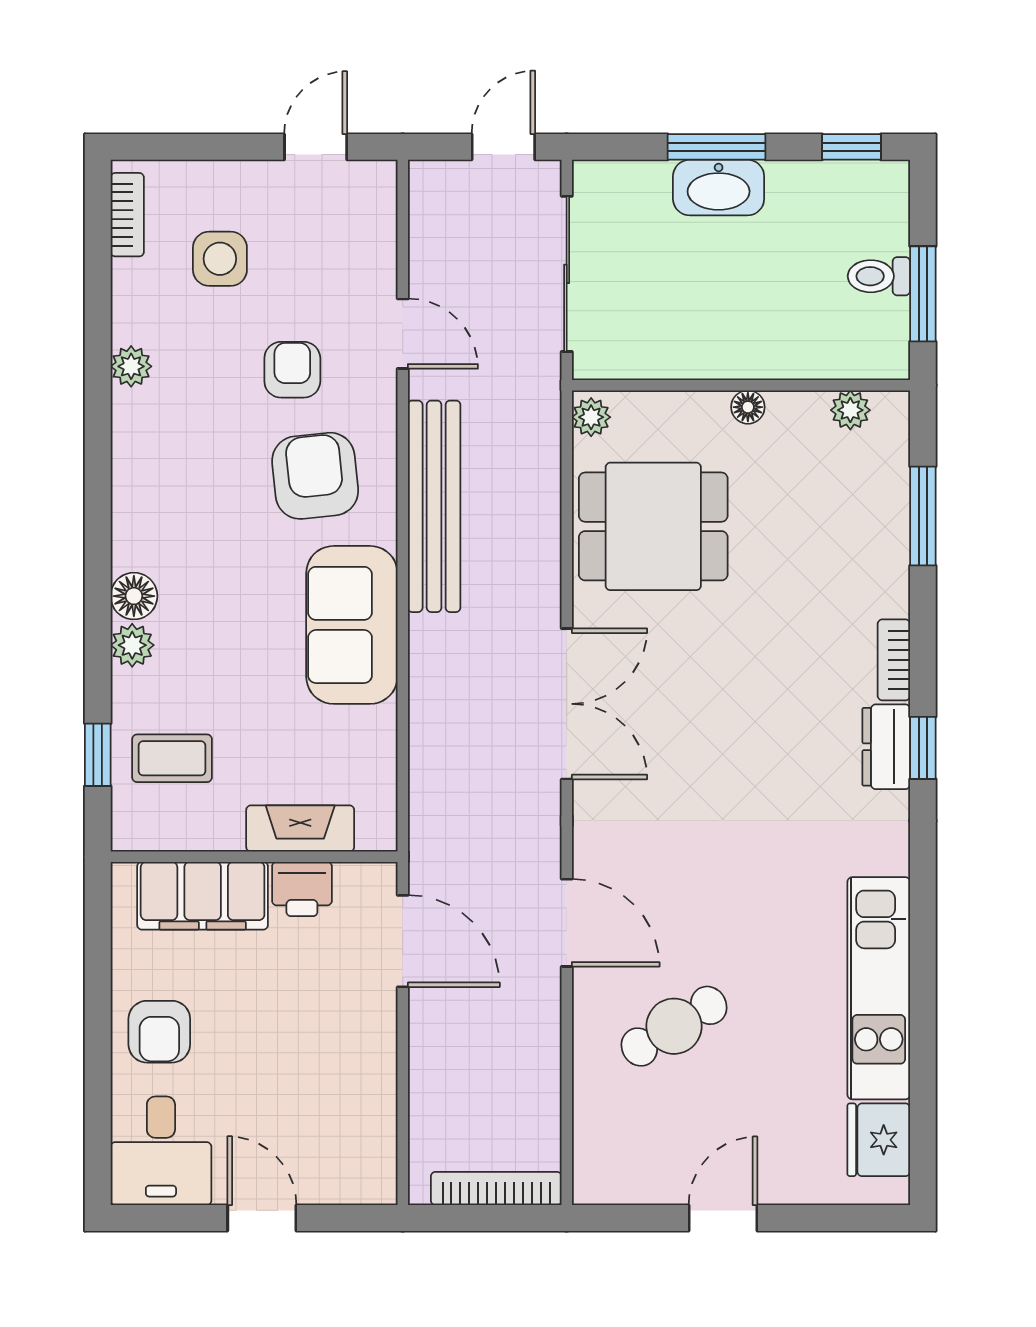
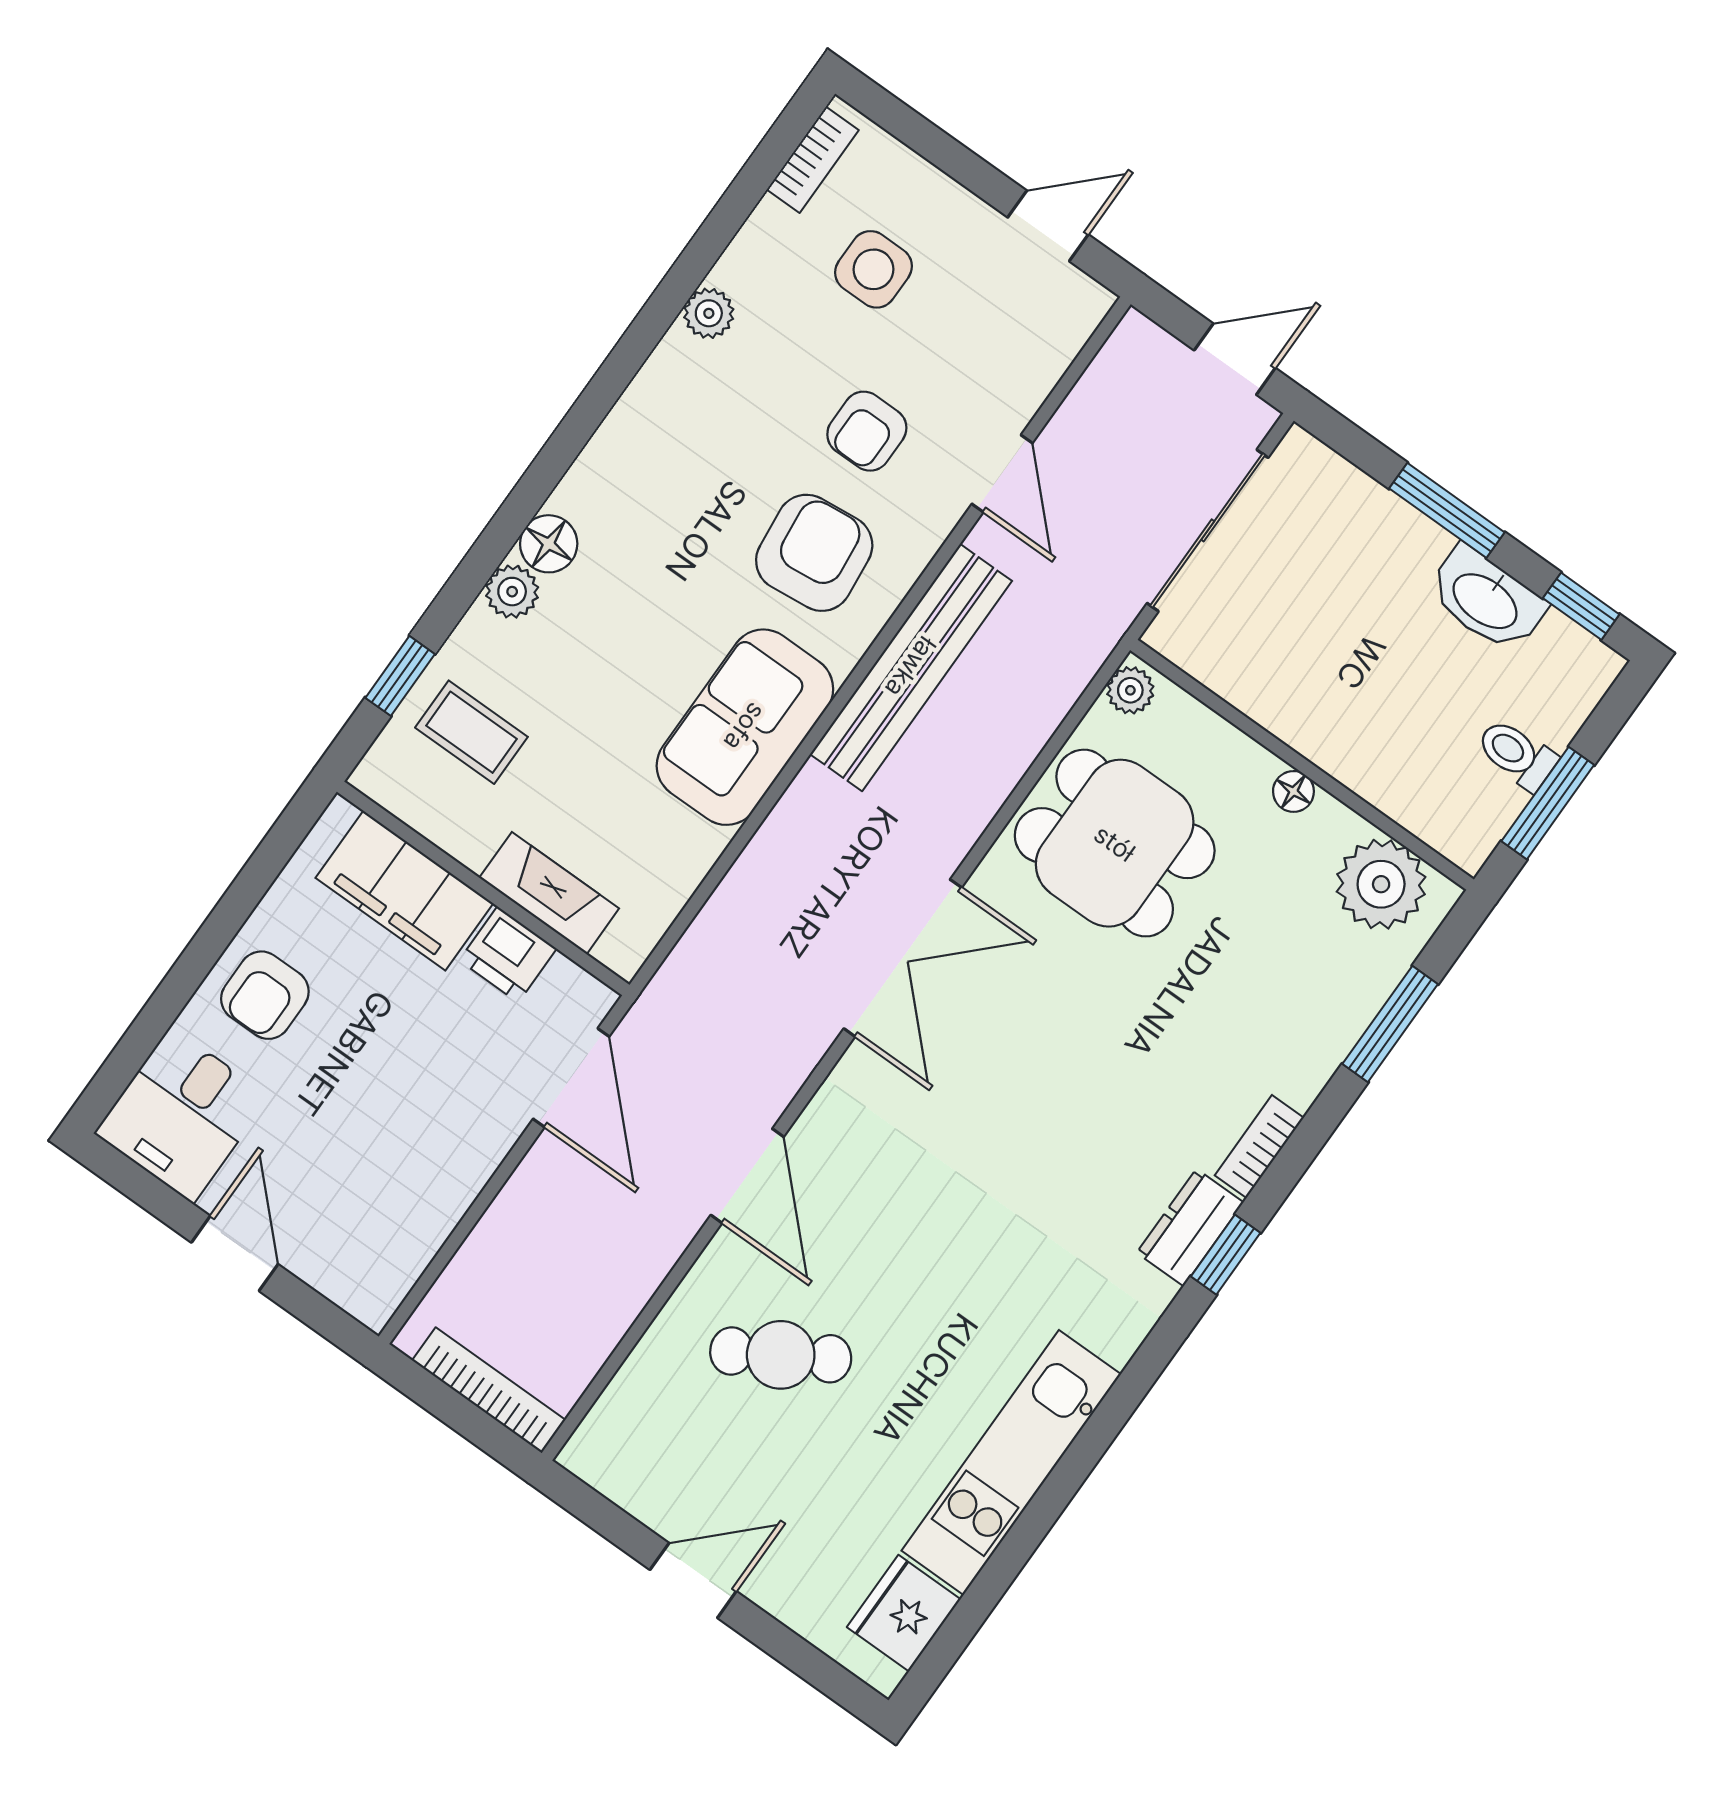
washbasin: (719, 188) -> (1486, 600), moved
armchair: (292, 370) -> (867, 431), turned 180
plant: (850, 410) -> (1381, 884), width x1.88, depth x1.88

